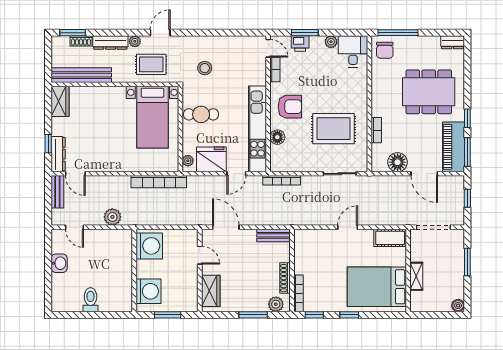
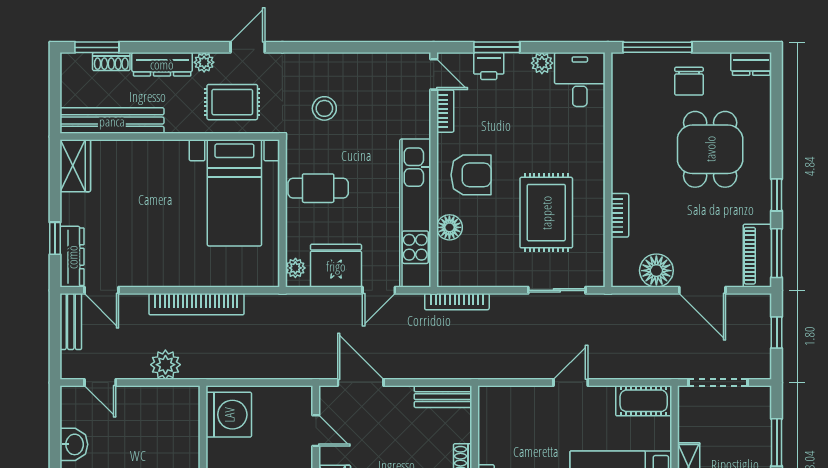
chair: (385, 50) -> (689, 81), moved
dining table: (429, 92) -> (710, 149), width x0.73
rug: (334, 129) -> (546, 213), turned 90
piano: (453, 147) -> (757, 256), width x0.73, depth x0.75
bookcase: (159, 182) -> (196, 304), moved

